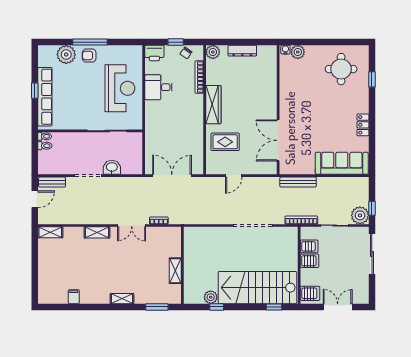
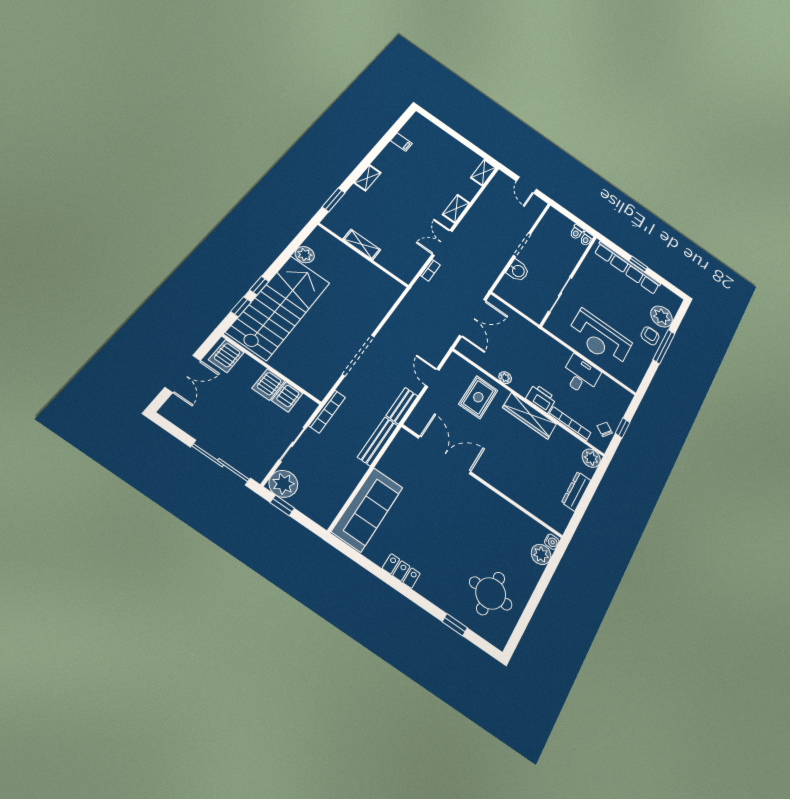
printer: (154, 53) -> (541, 398), moved, turned 90
plant: (199, 133) -> (505, 378), added
bench: (52, 182) -> (402, 406), moved
window: (217, 307) -> (259, 286), moved

